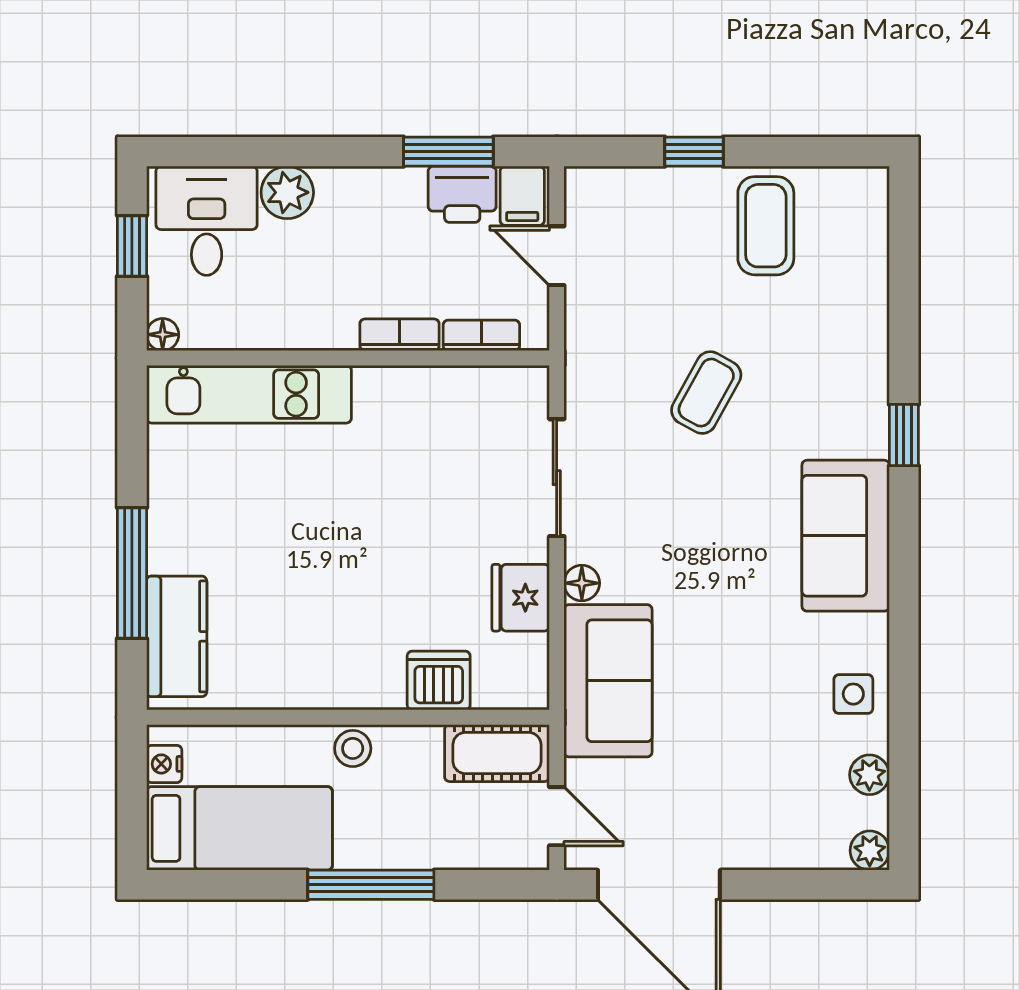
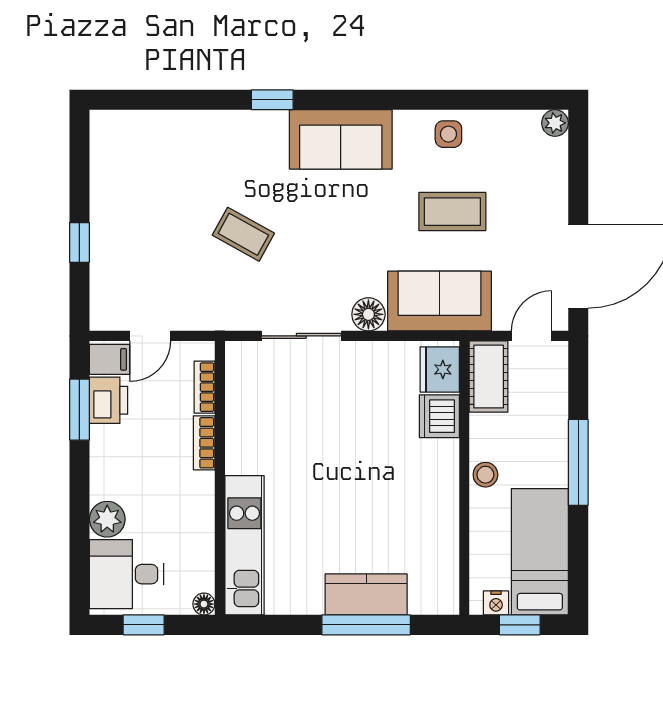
coffee table: (766, 226) -> (452, 212), moved
floor lamp: (582, 583) -> (368, 314), width x1.37, depth x1.37
fridge: (521, 598) -> (440, 369), moved, turned 90
kitchen counter: (177, 636) -> (366, 594), moved
plant: (869, 775) -> (503, 123), removed
window: (132, 799) -> (520, 625), added

